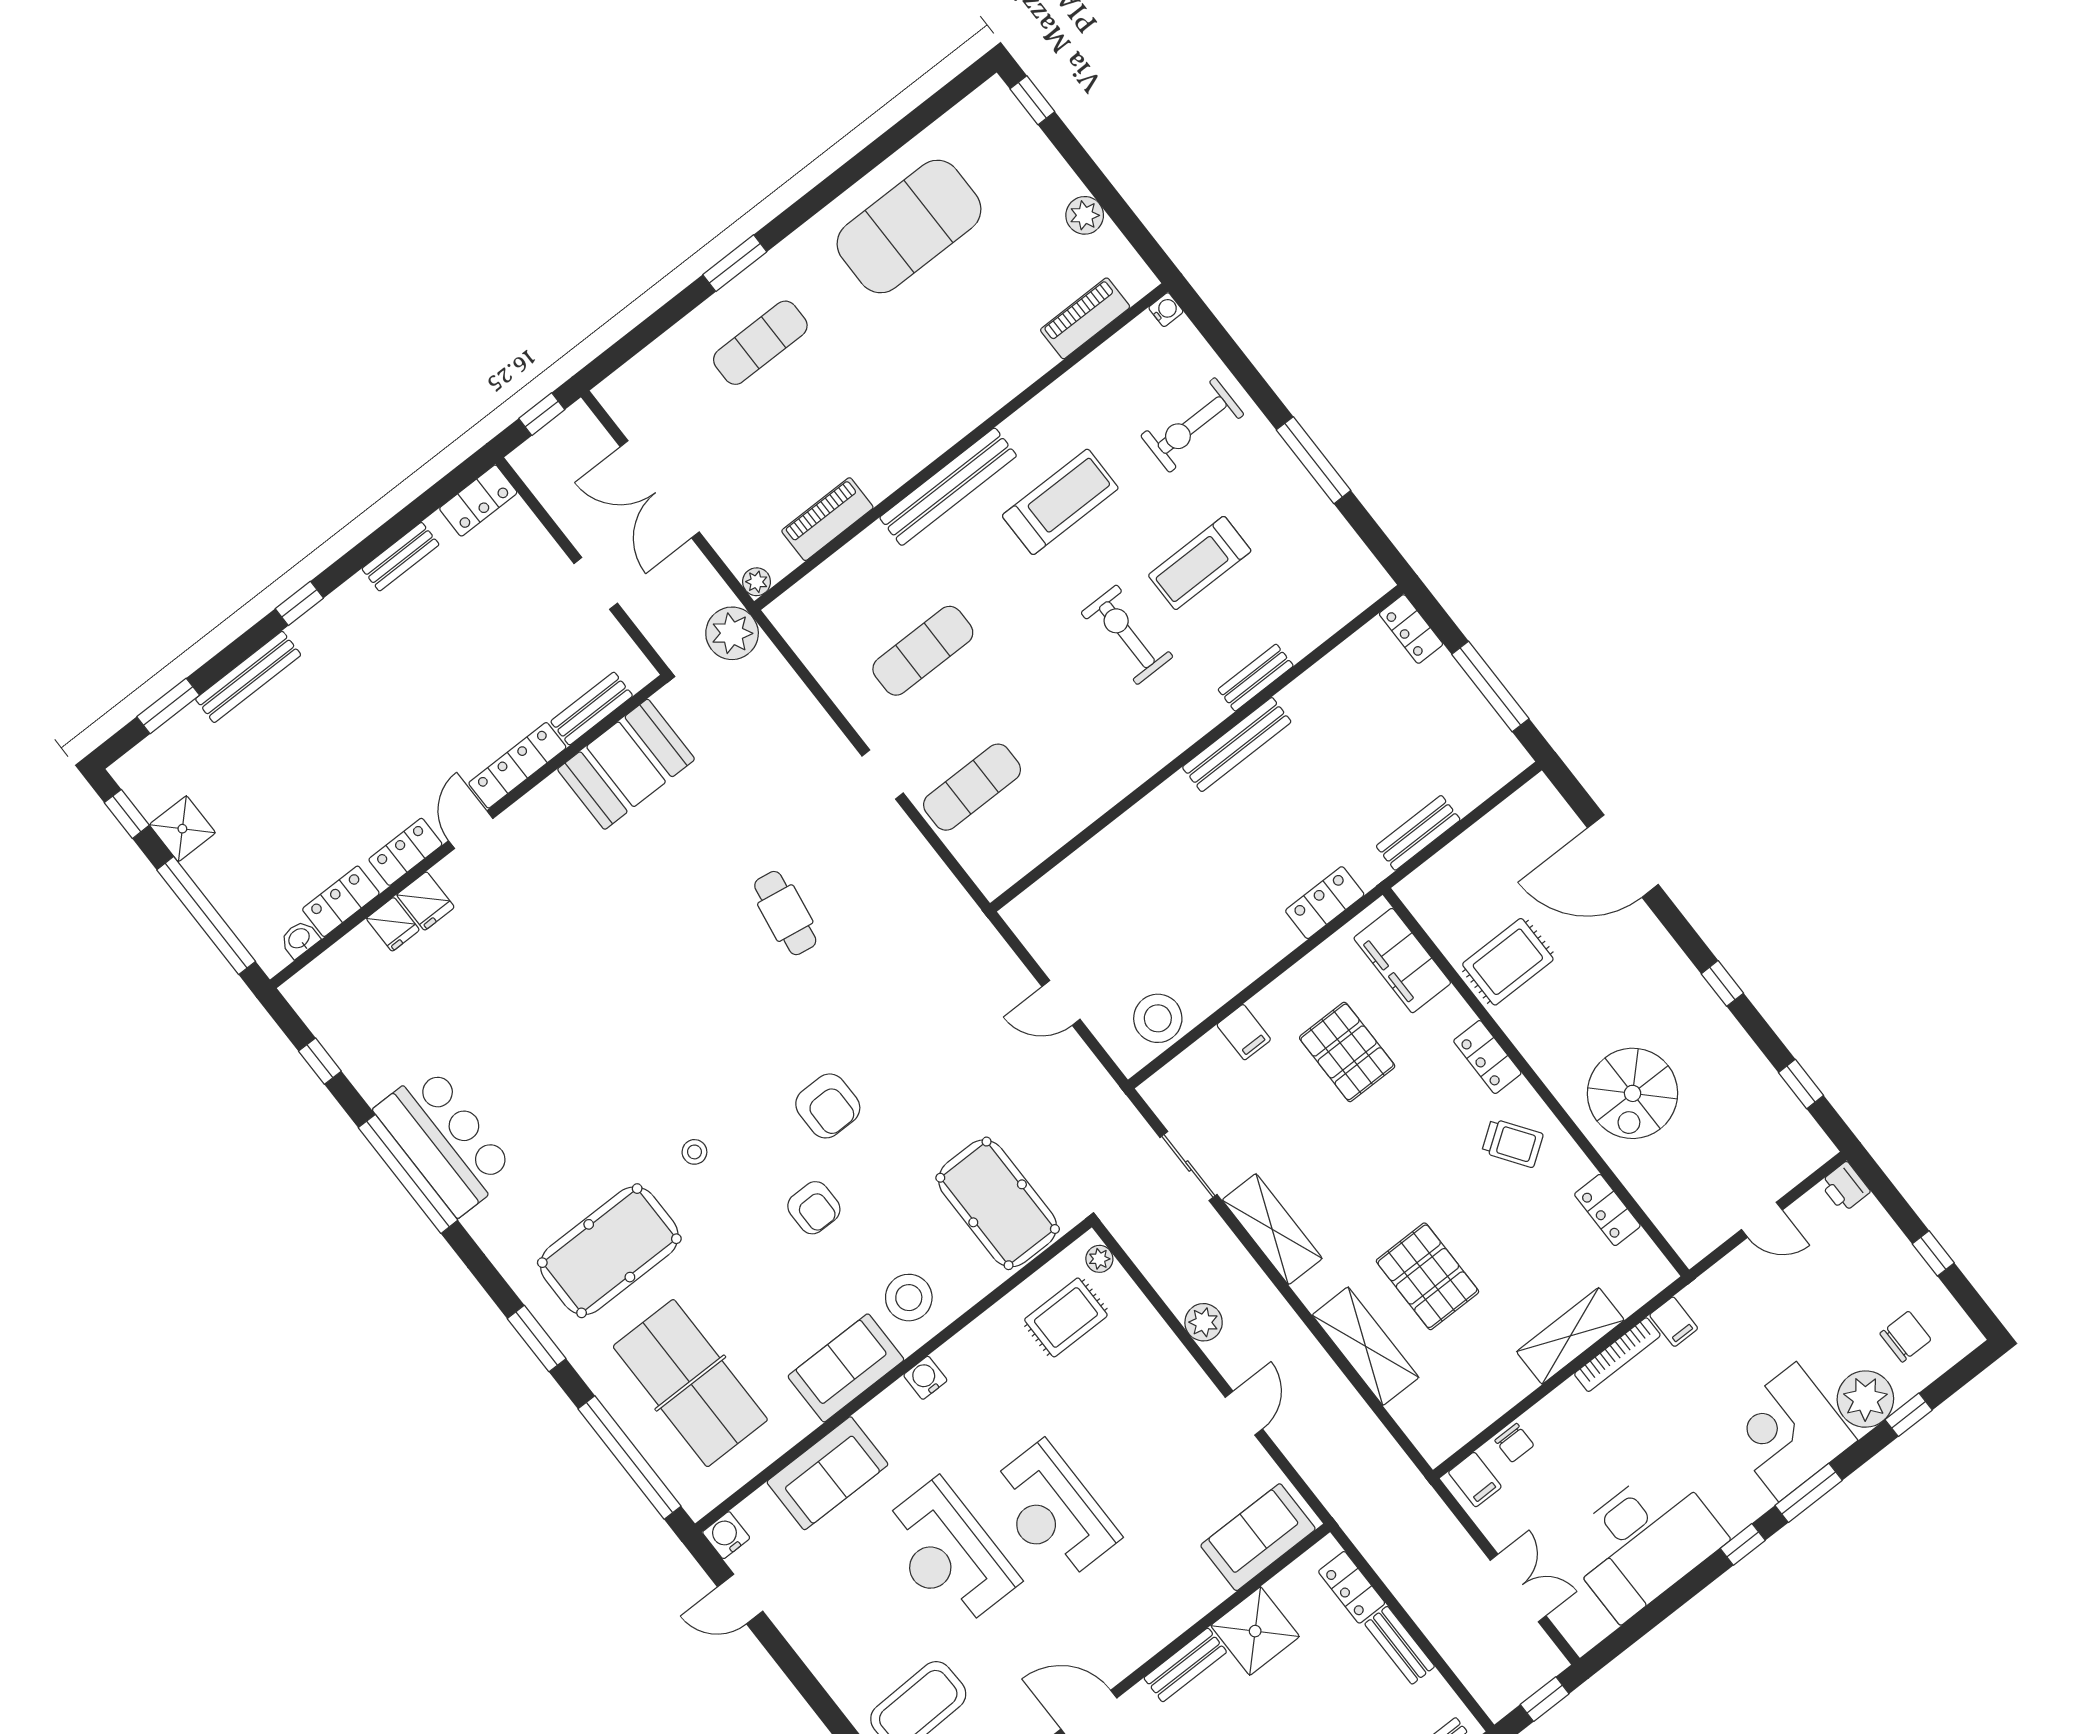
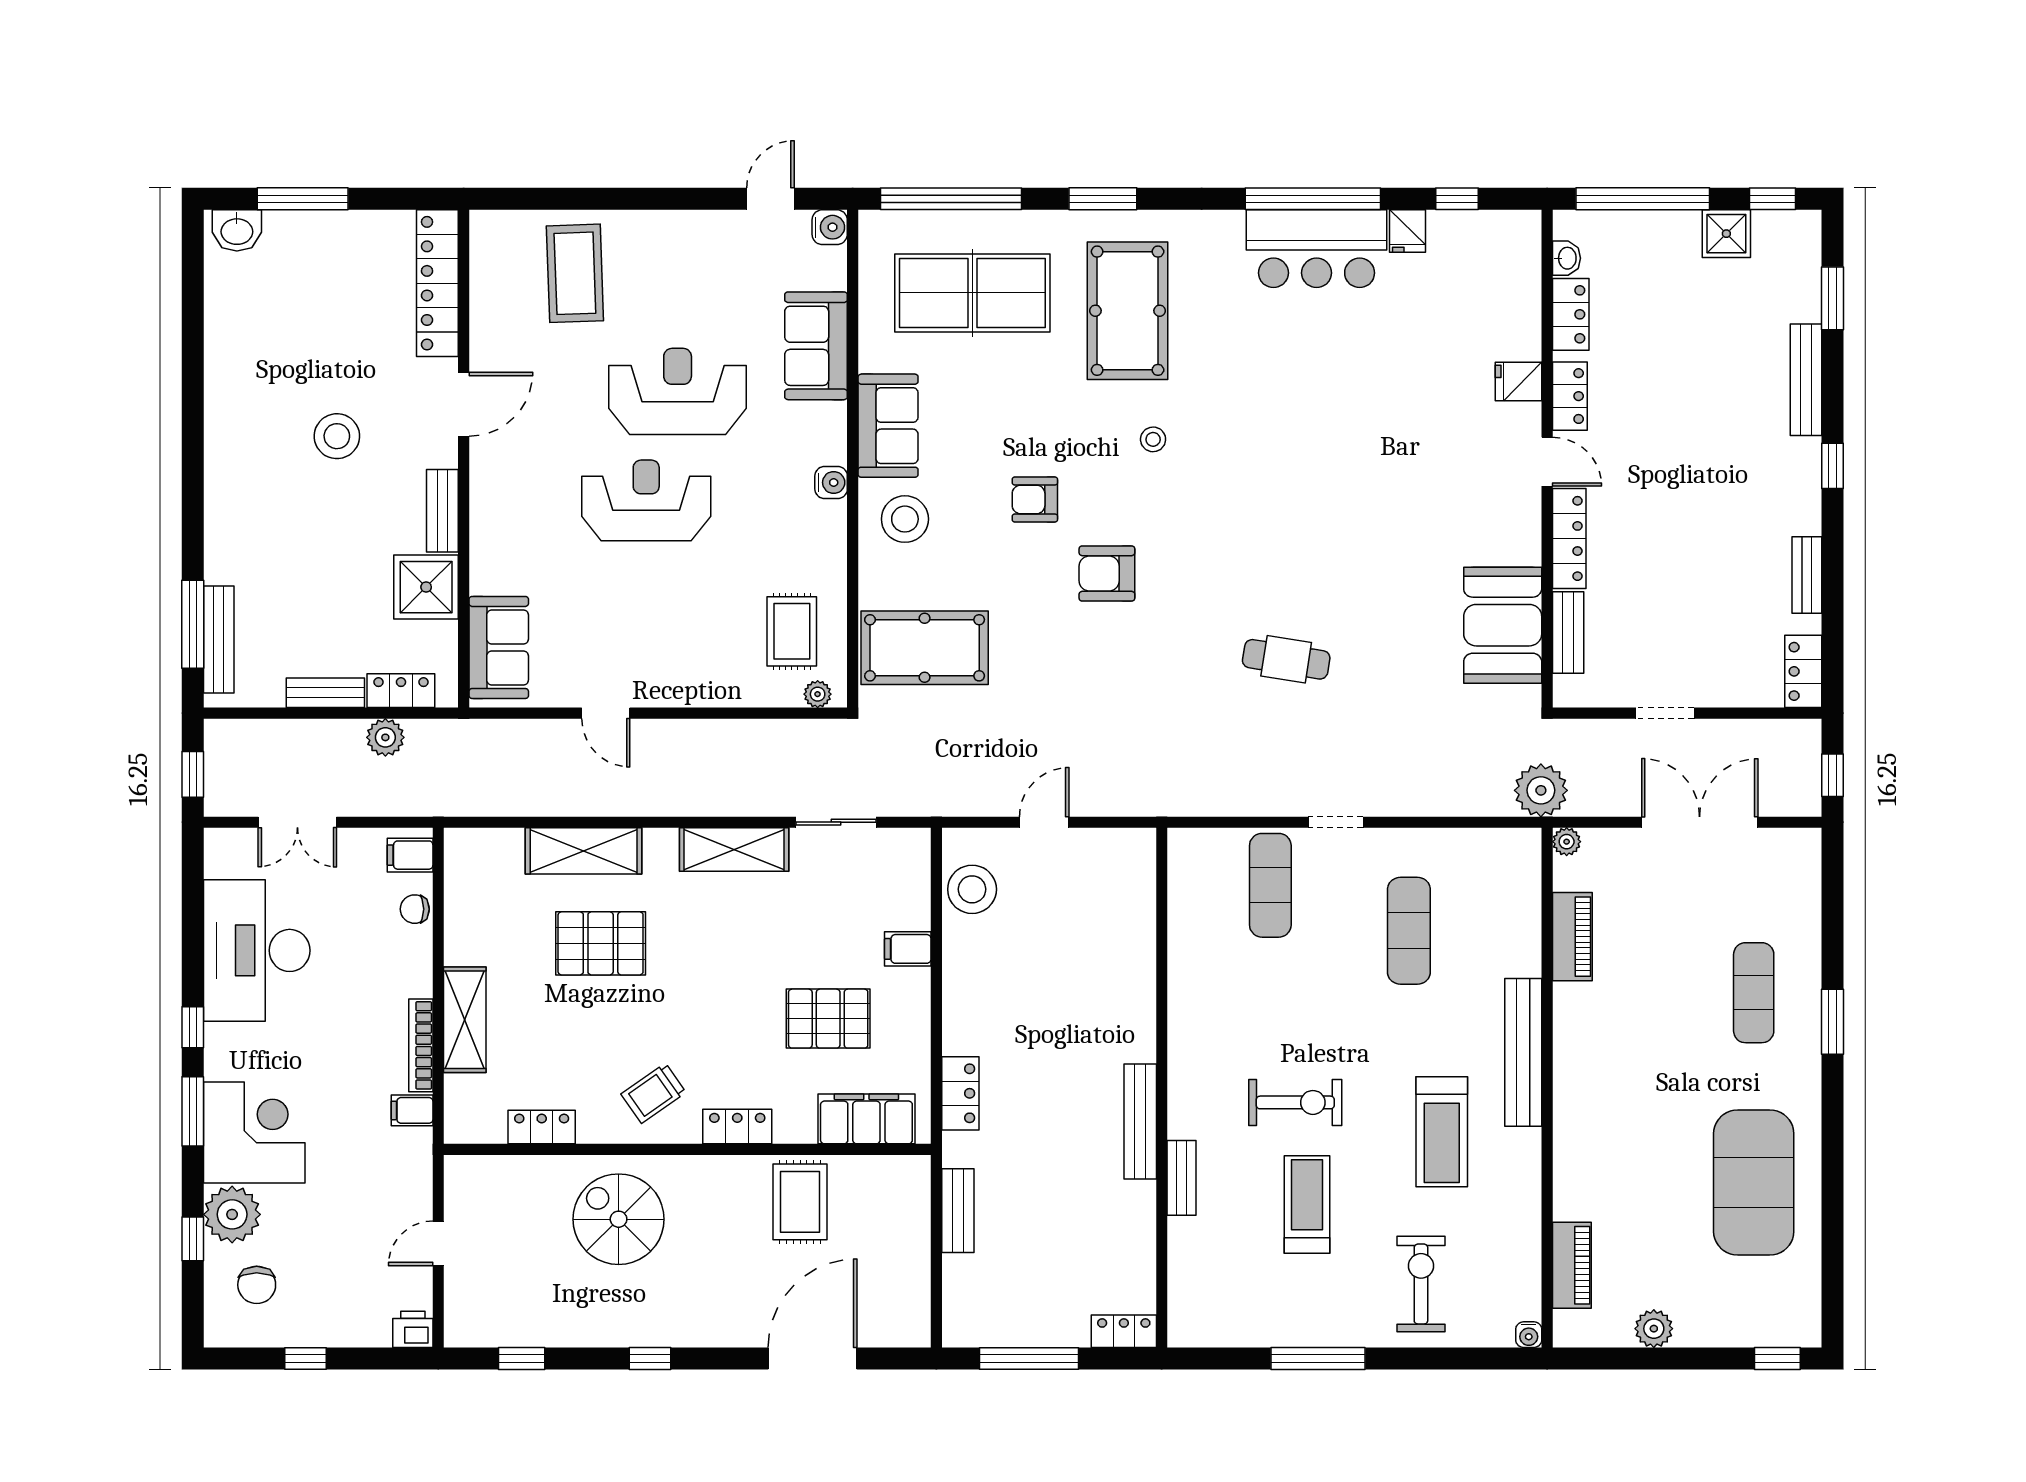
fridge: (393, 924) -> (1408, 231), moved, turned -90
plant: (1204, 1322) -> (385, 737), moved

